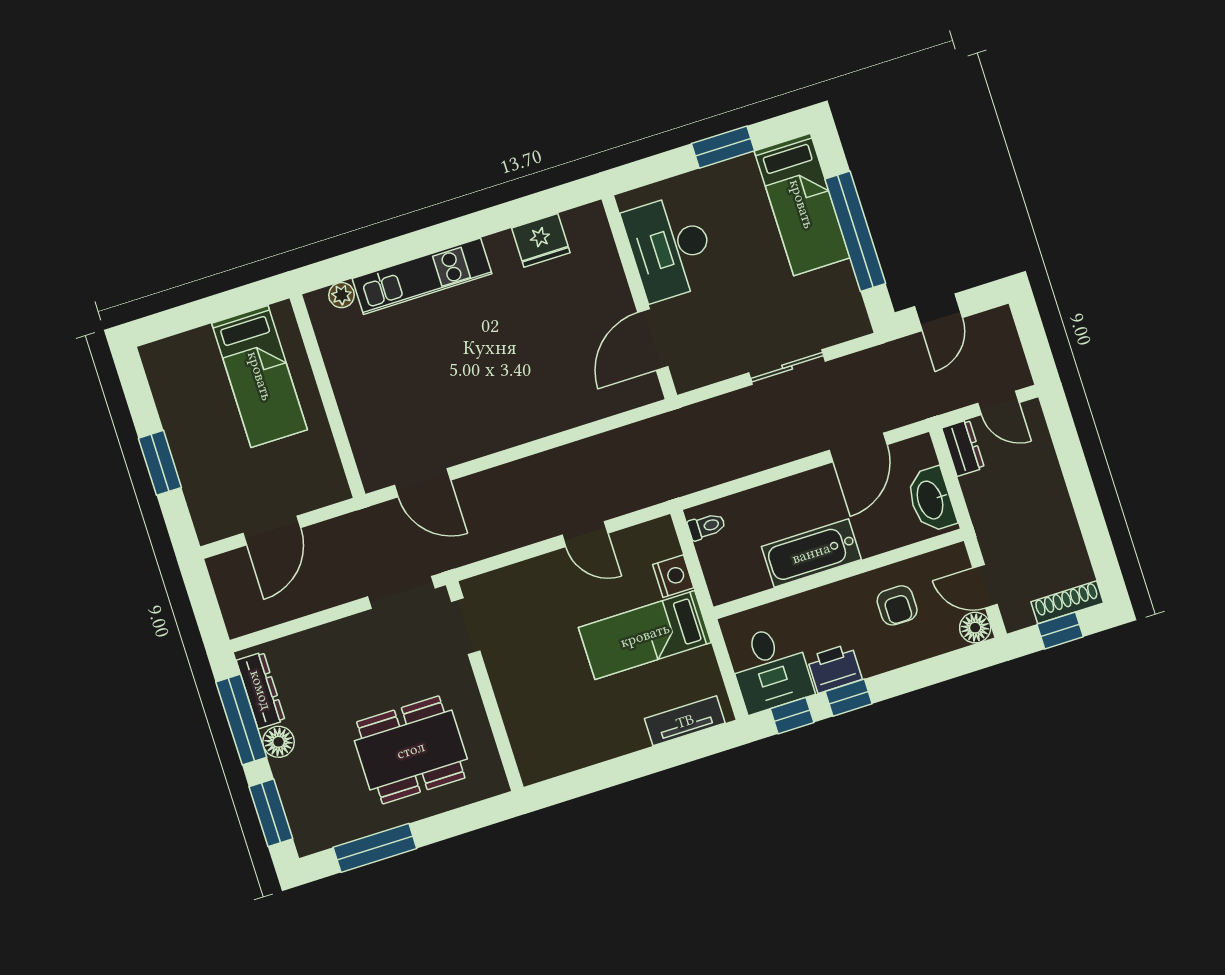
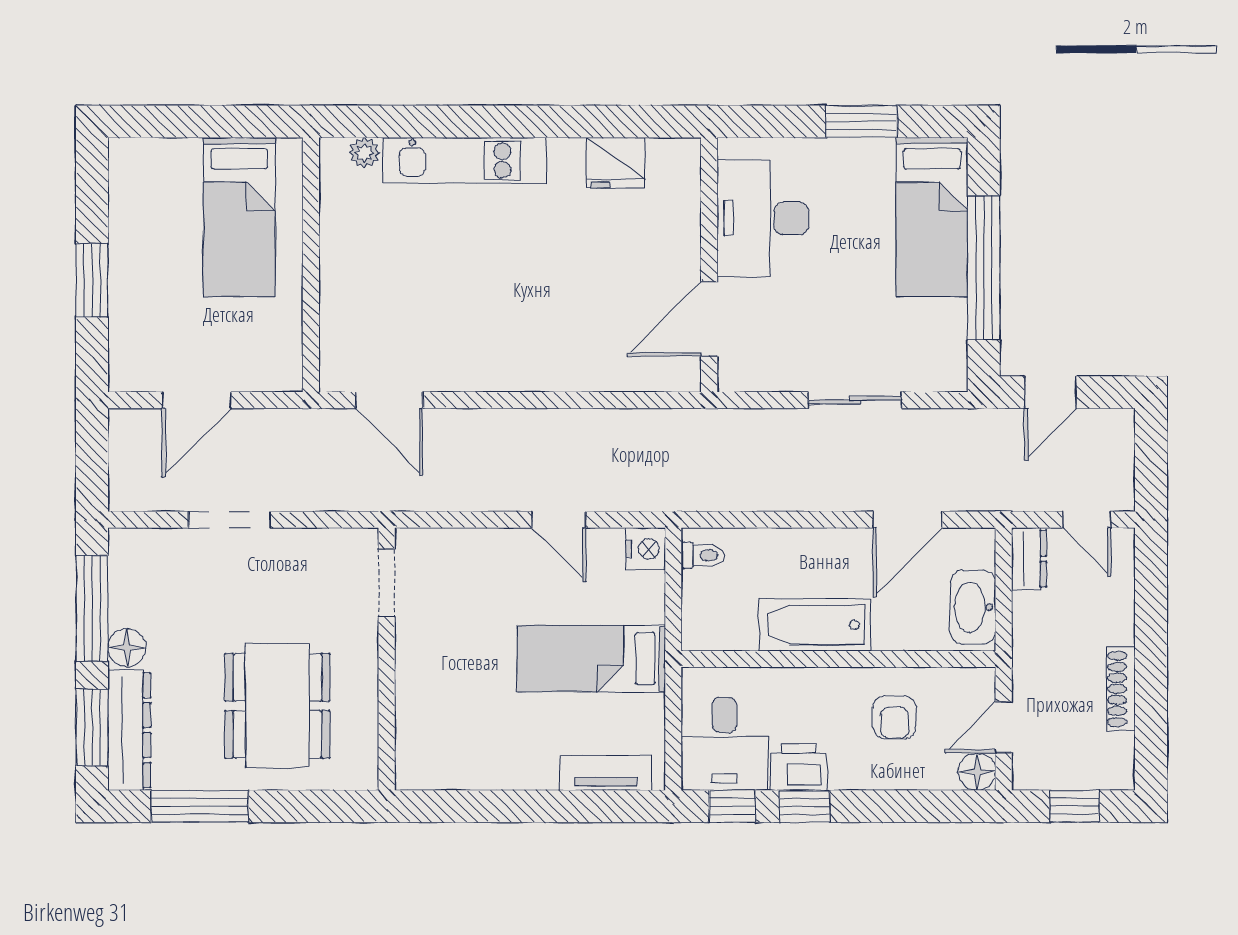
nightstand: (673, 576) -> (646, 549), moved
door: (985, 586) -> (1004, 727), hinge flipped
doorway: (402, 592) -> (229, 520), moved
shoe rack: (1067, 602) -> (1121, 689), moved, turned -90
dresser: (261, 690) -> (129, 730), moved, width x1.37, depth x1.24
dining table: (411, 750) -> (277, 706), turned 90

